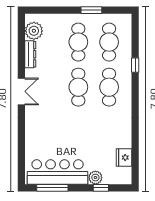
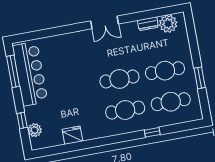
dresser: (30, 54) -> (148, 24), width x0.70
fridge: (124, 158) -> (72, 135), moved
plant: (95, 178) -> (35, 130), moved

